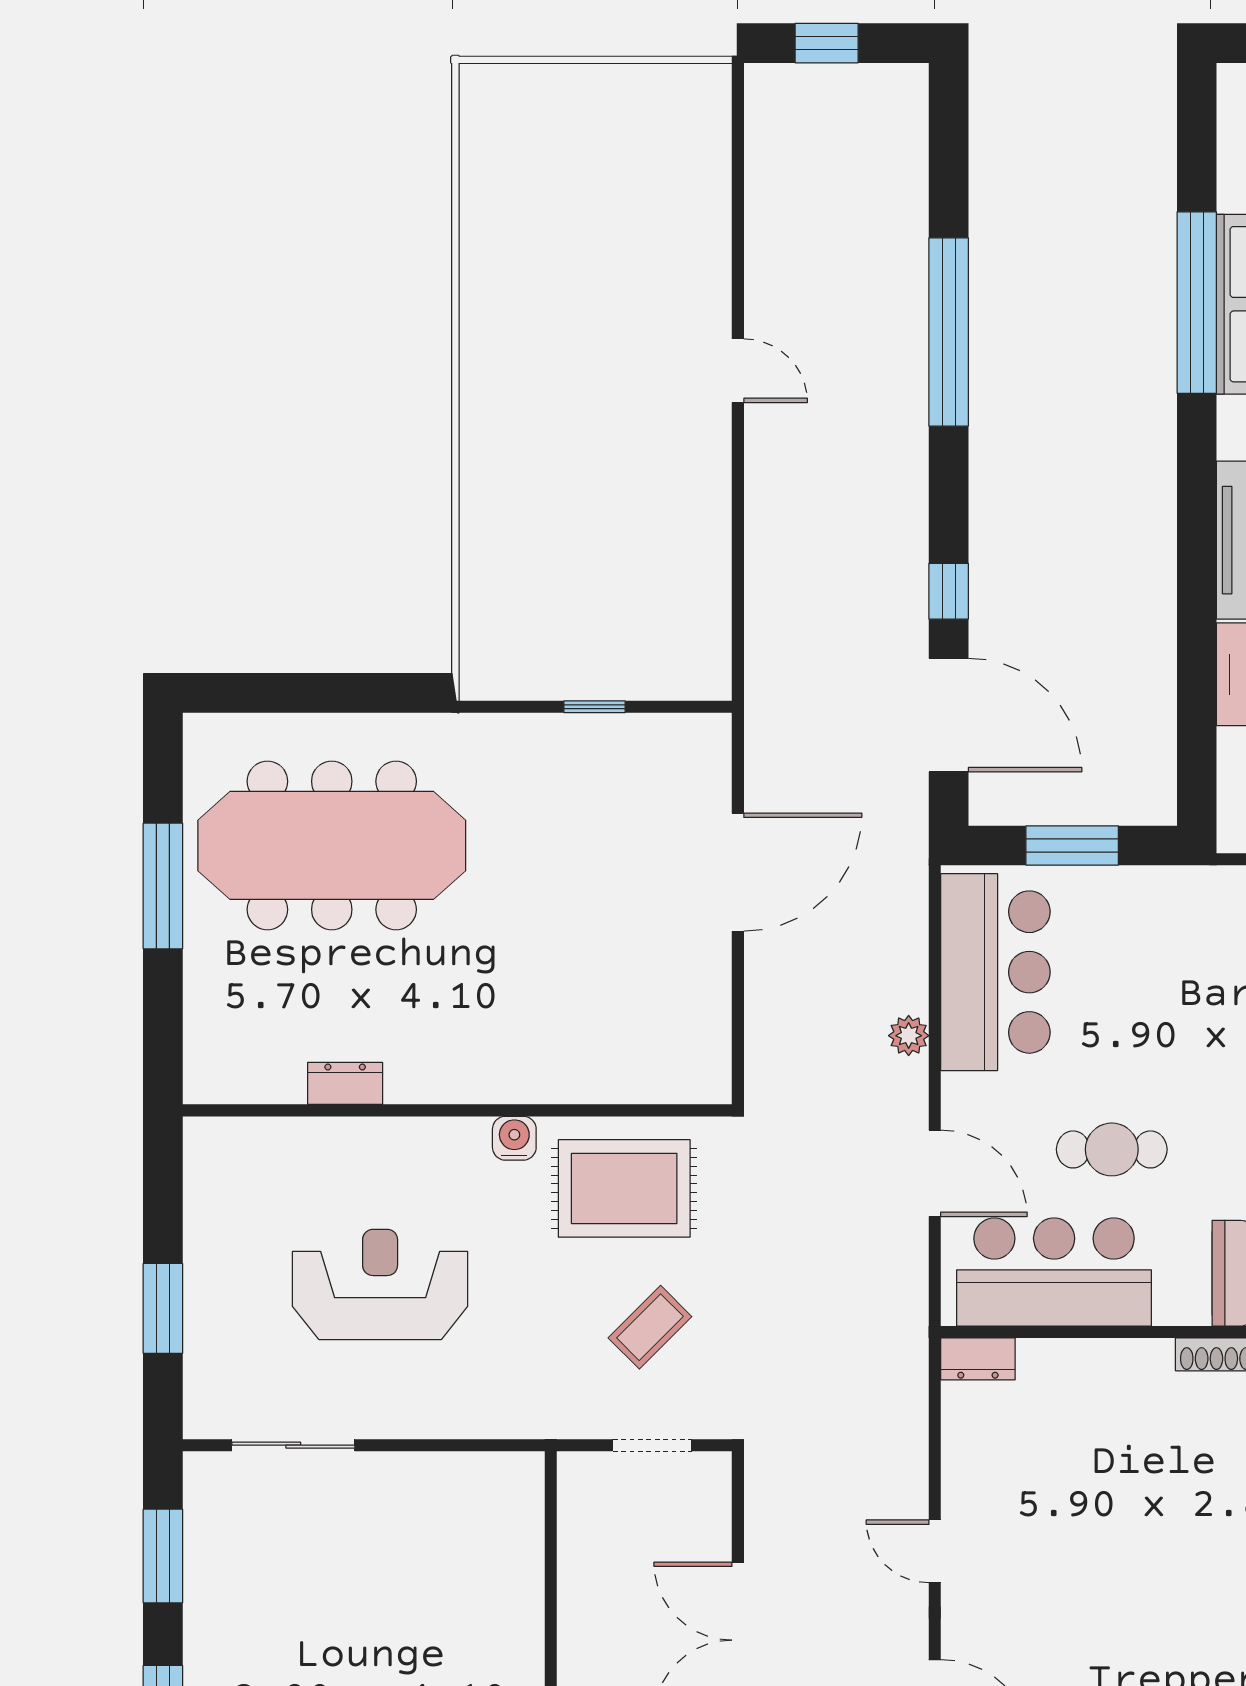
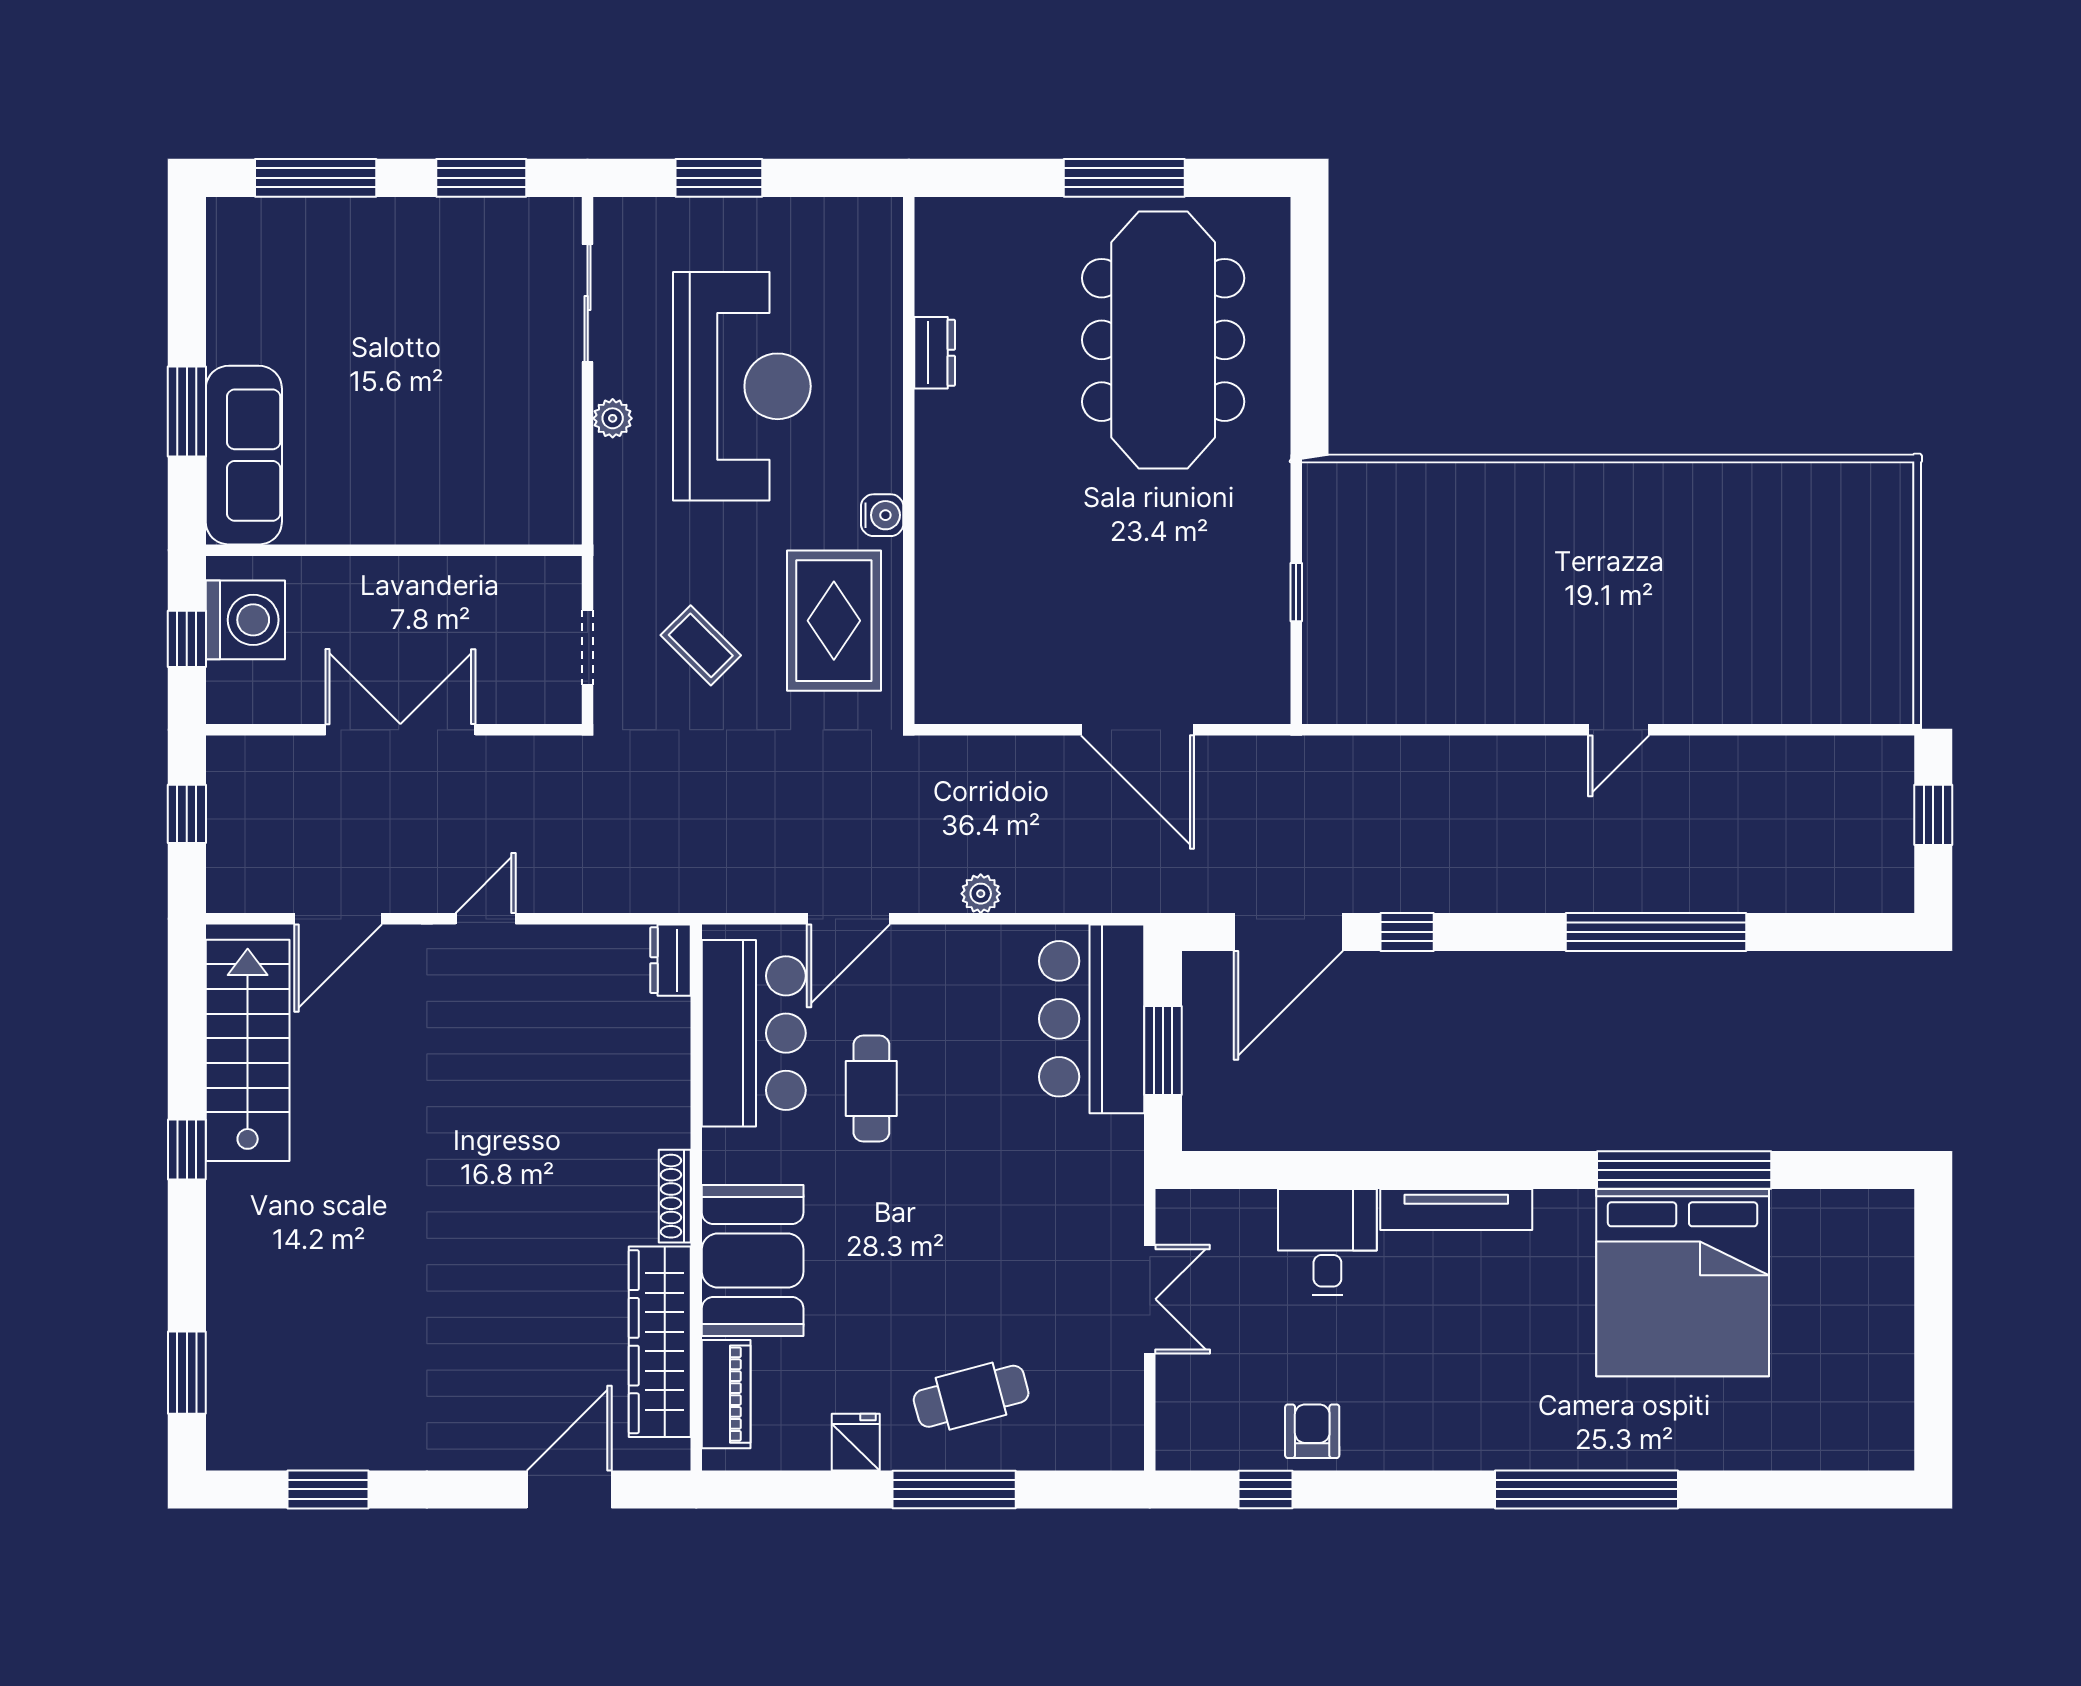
bar counter: (995, 972) -> (1092, 1019), moved, turned 90
reception desk: (380, 1284) -> (742, 386), width x1.36, depth x1.30
plant: (413, 1419) -> (613, 418), added

